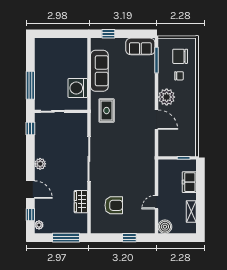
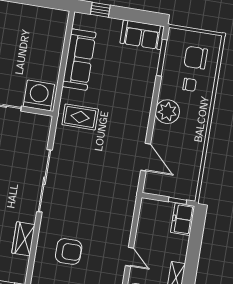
washing machine: (78, 88) -> (39, 95), moved, turned 90
rug: (107, 111) -> (80, 117), turned 90
door: (157, 120) -> (146, 157), moved
freezer: (189, 182) -> (183, 219), moved
door: (157, 202) -> (129, 257), swing flipped

